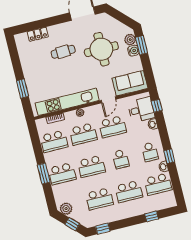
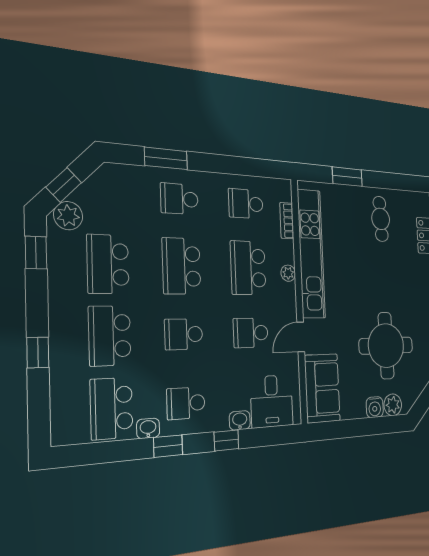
window: (142, 45) -> (381, 425), removed
cafe table: (63, 52) -> (381, 219), moved
door: (108, 100) -> (301, 337), hinge flipped
window: (157, 106) -> (226, 440), moved
school desk: (113, 127) -> (251, 333), width x0.54
school desk: (54, 141) -> (246, 204), width x0.54
window: (44, 174) -> (166, 158), moved
school desk: (62, 174) -> (179, 199), width x0.54
plant: (66, 209) -> (68, 216), moved
window: (152, 216) -> (38, 352), moved

